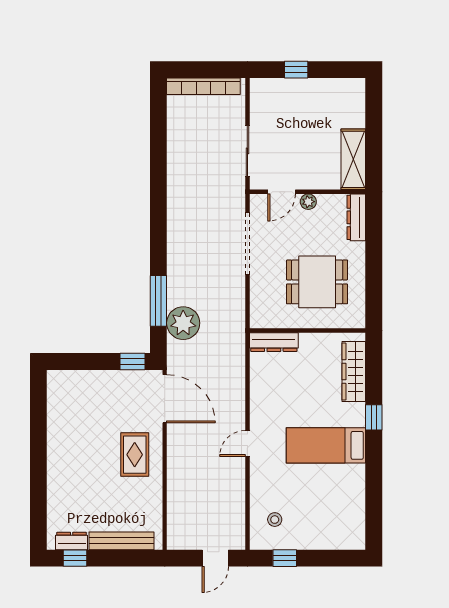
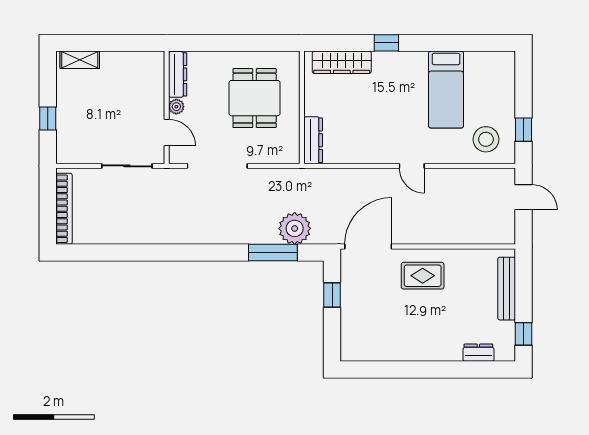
shelving: (353, 159) -> (80, 60), moved, width x0.67, depth x0.75
dresser: (356, 217) -> (178, 74), moved, turned -90
window: (133, 362) -> (332, 295), moved
bed: (326, 445) -> (446, 89), moved
stool: (275, 520) -> (486, 139), width x1.89, depth x1.89
dresser: (72, 541) -> (478, 353), moved, turned 90

